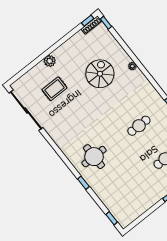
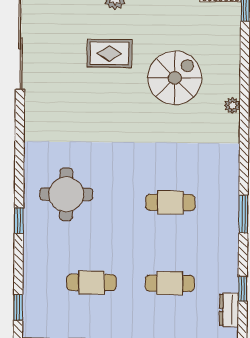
rug: (55, 89) -> (109, 53), moved
cafe table: (133, 184) -> (91, 283), added

